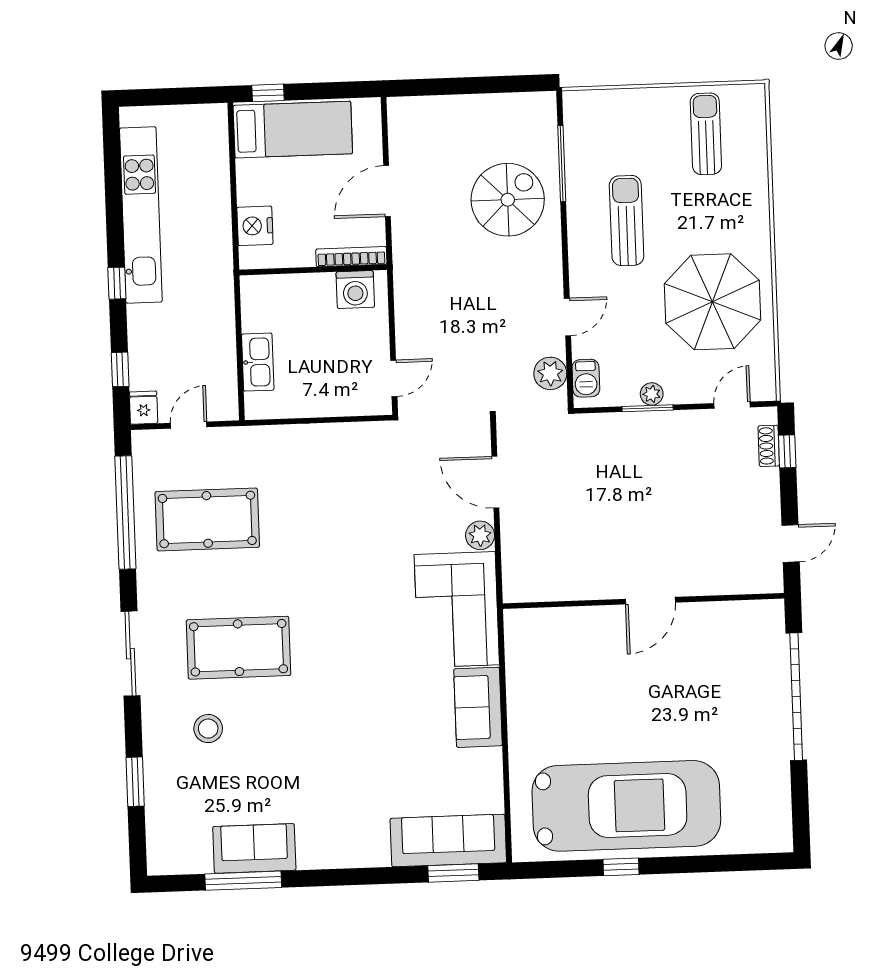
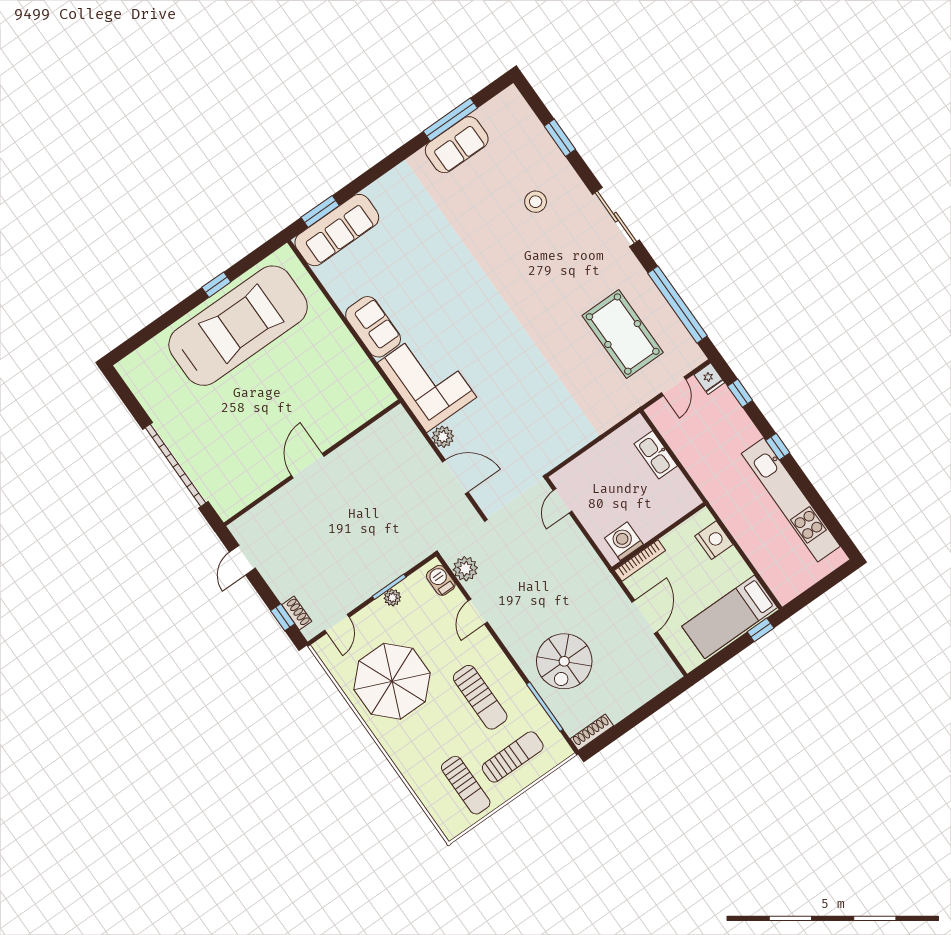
shoe rack: (528, 101) -> (592, 732), added
sun lounger: (634, 131) -> (513, 757), added
pool table: (207, 519) -> (623, 334), turned 90
pool table: (239, 648) -> (550, 266), removed
car: (626, 806) -> (238, 326), turned 180

